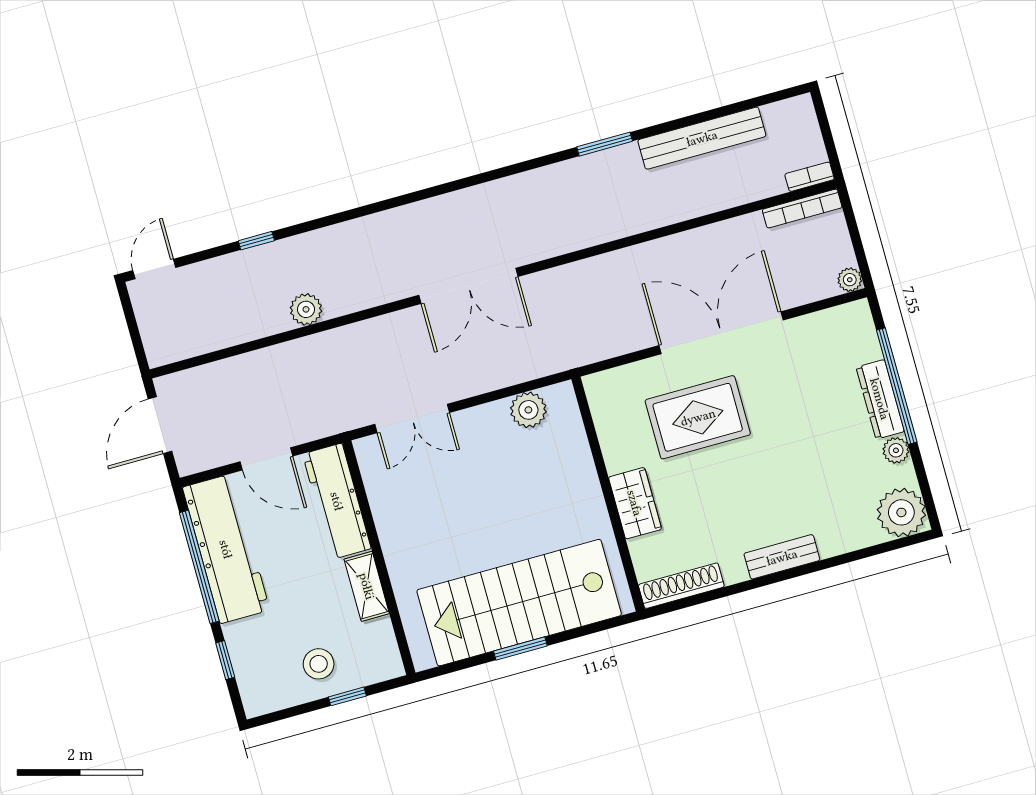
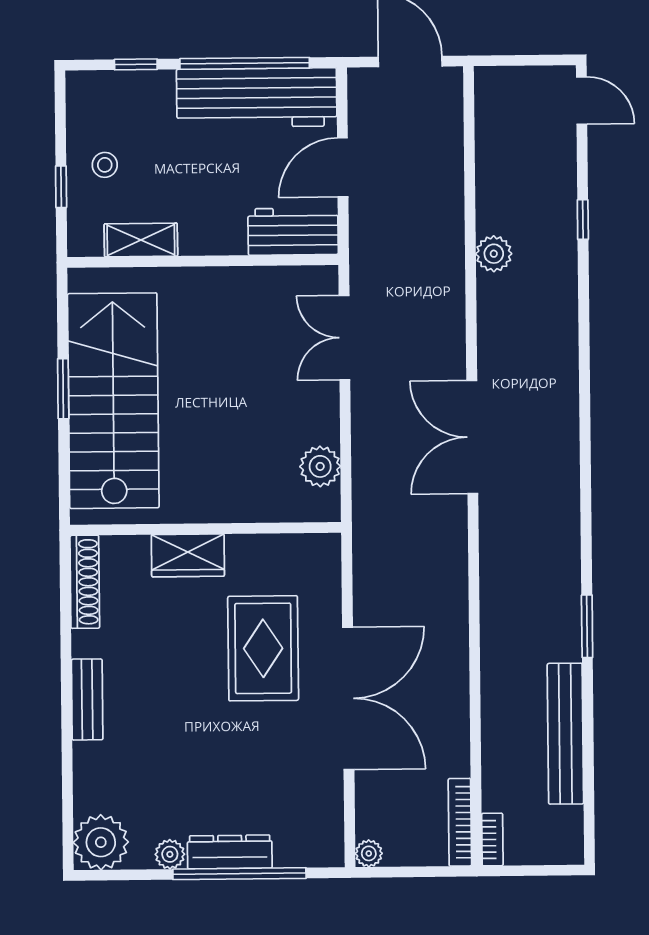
workbench: (337, 501) -> (293, 232), width x0.73
shelving: (367, 586) -> (141, 240), moved
stool: (319, 664) -> (105, 165), width x0.73, depth x0.73

